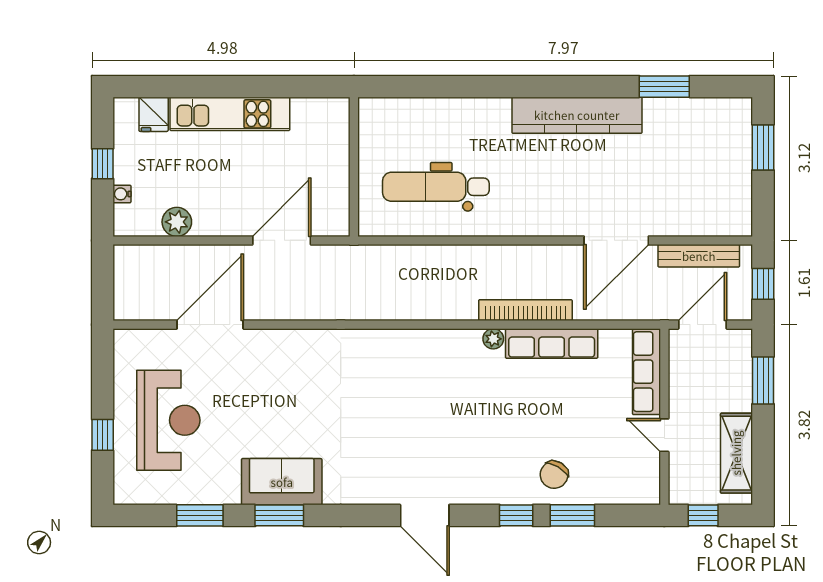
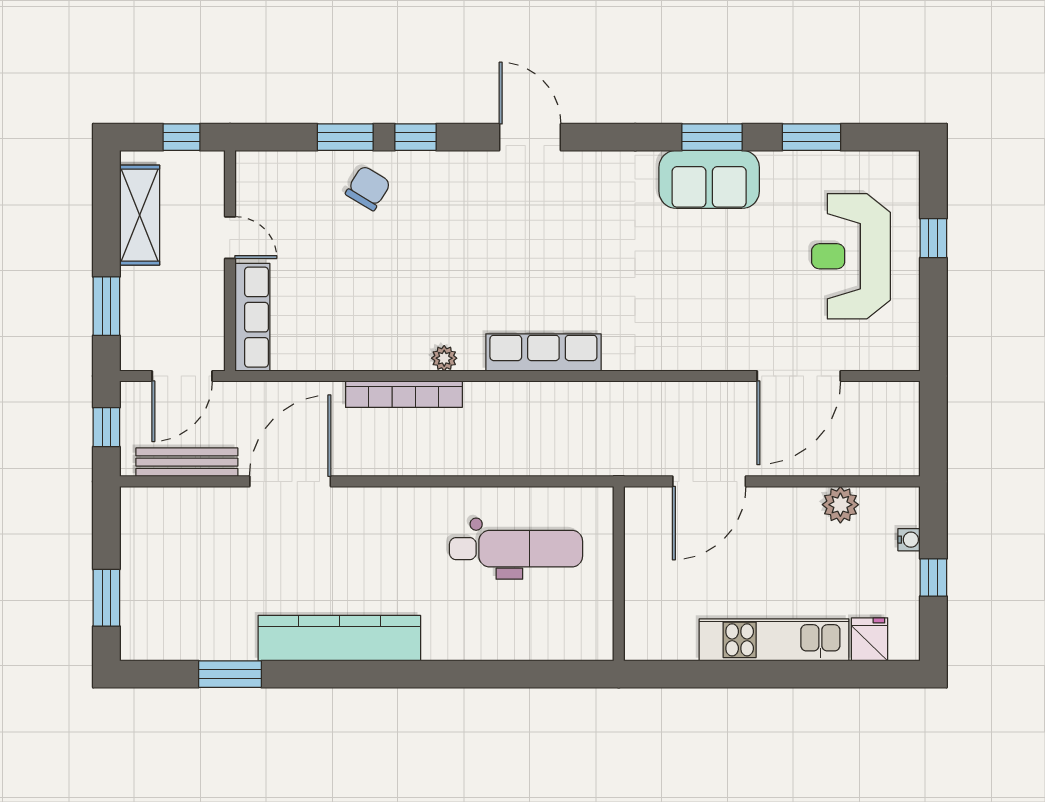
row of seats: (552, 343) -> (543, 352), moved

